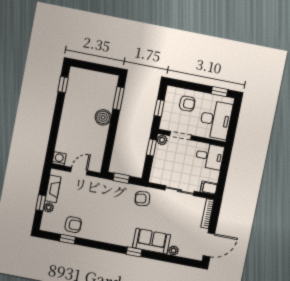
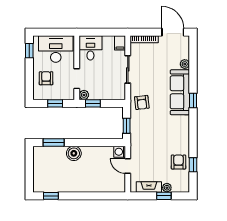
washing machine: (59, 159) -> (120, 152), moved
sofa: (151, 241) -> (180, 92), width x1.36

